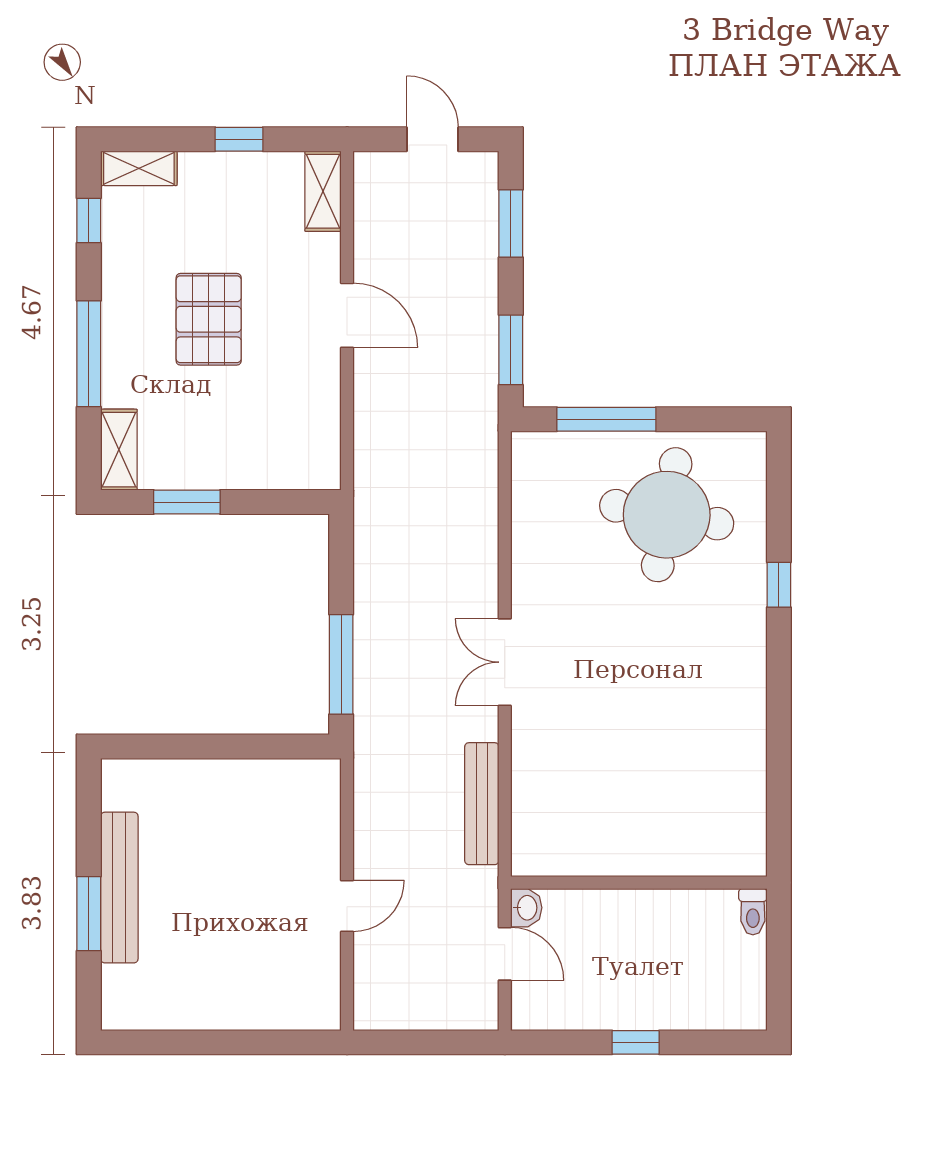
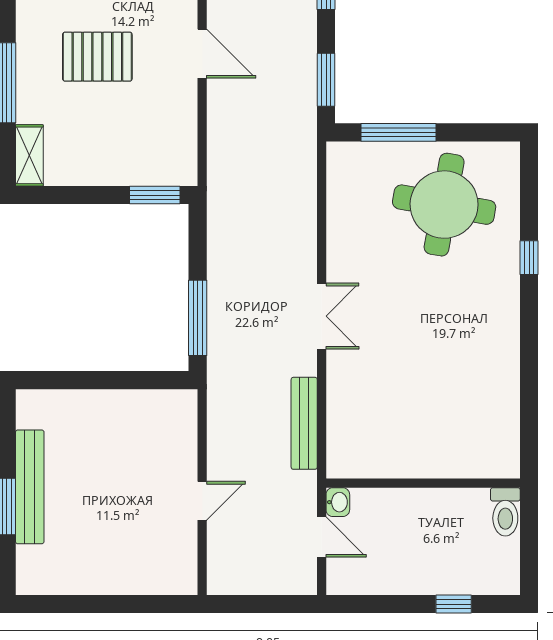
pallet: (209, 319) -> (97, 57), turned 90
window: (187, 502) -> (155, 195), moved
double door: (505, 662) -> (322, 316), swing flipped
toilet: (753, 912) -> (505, 512), width x1.37, depth x1.39
window: (636, 1042) -> (454, 604), moved

